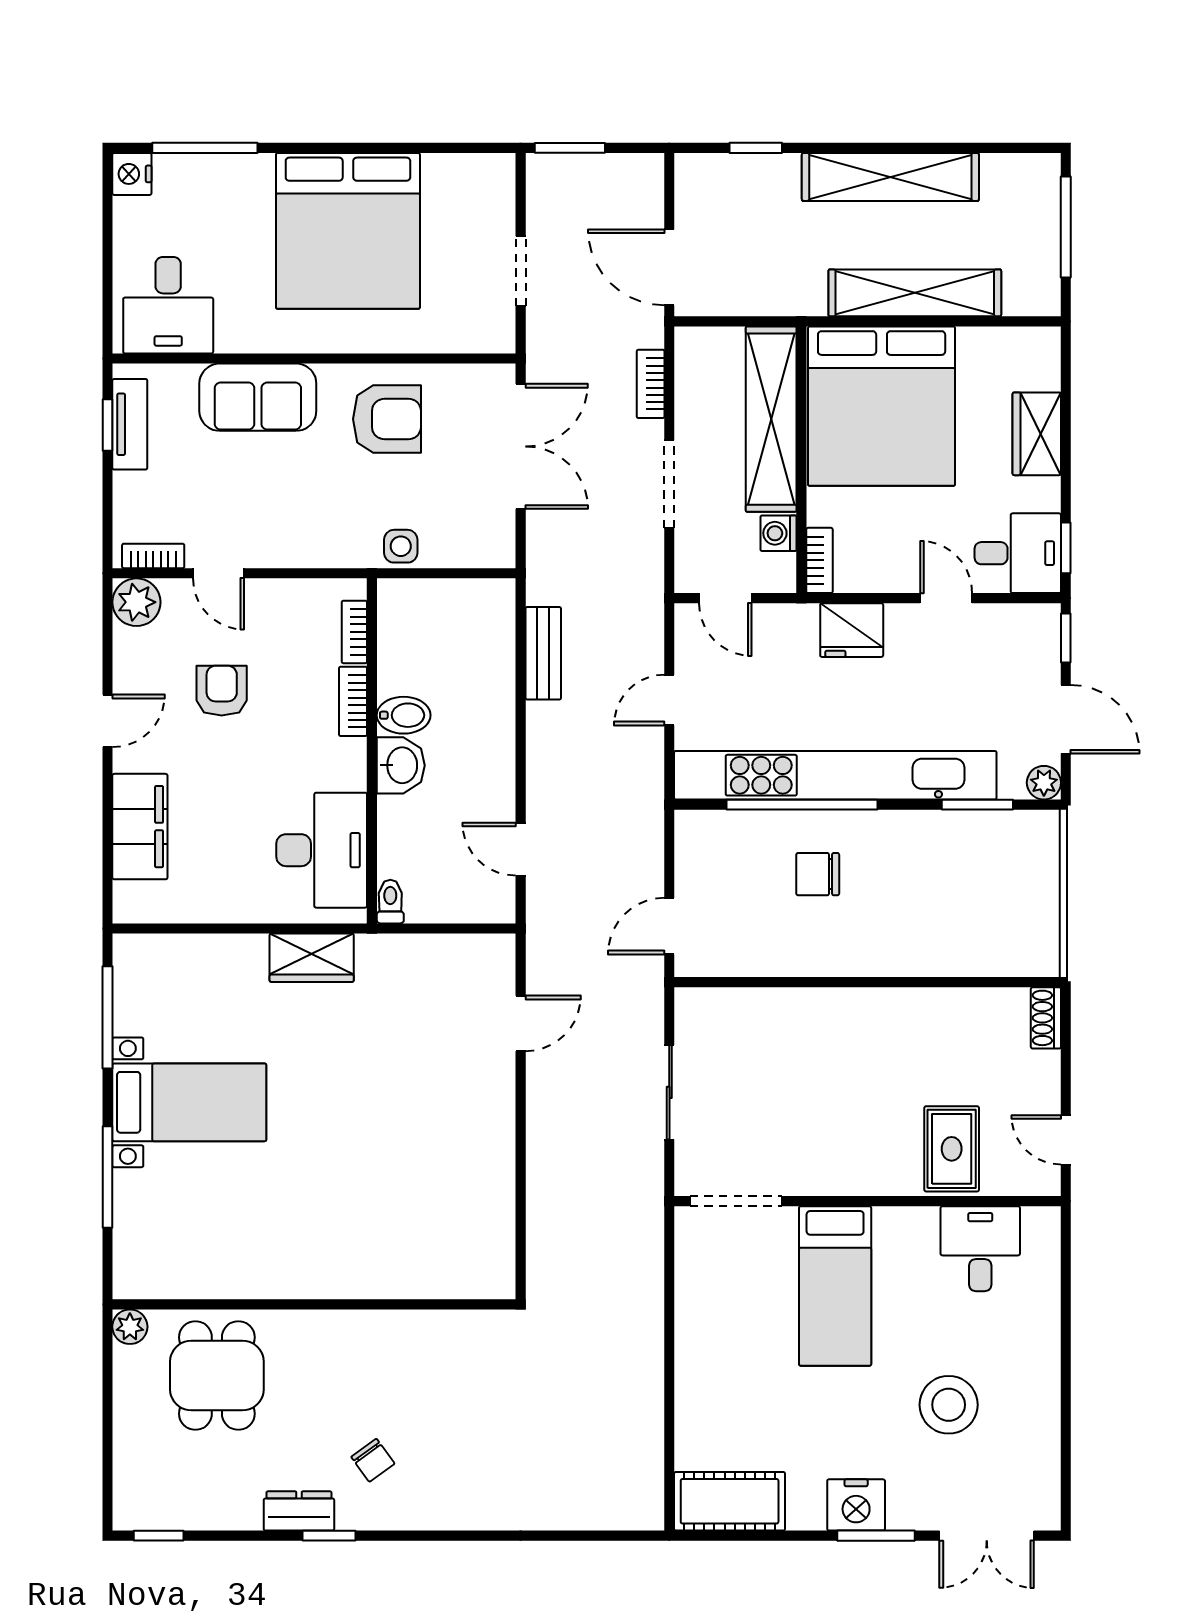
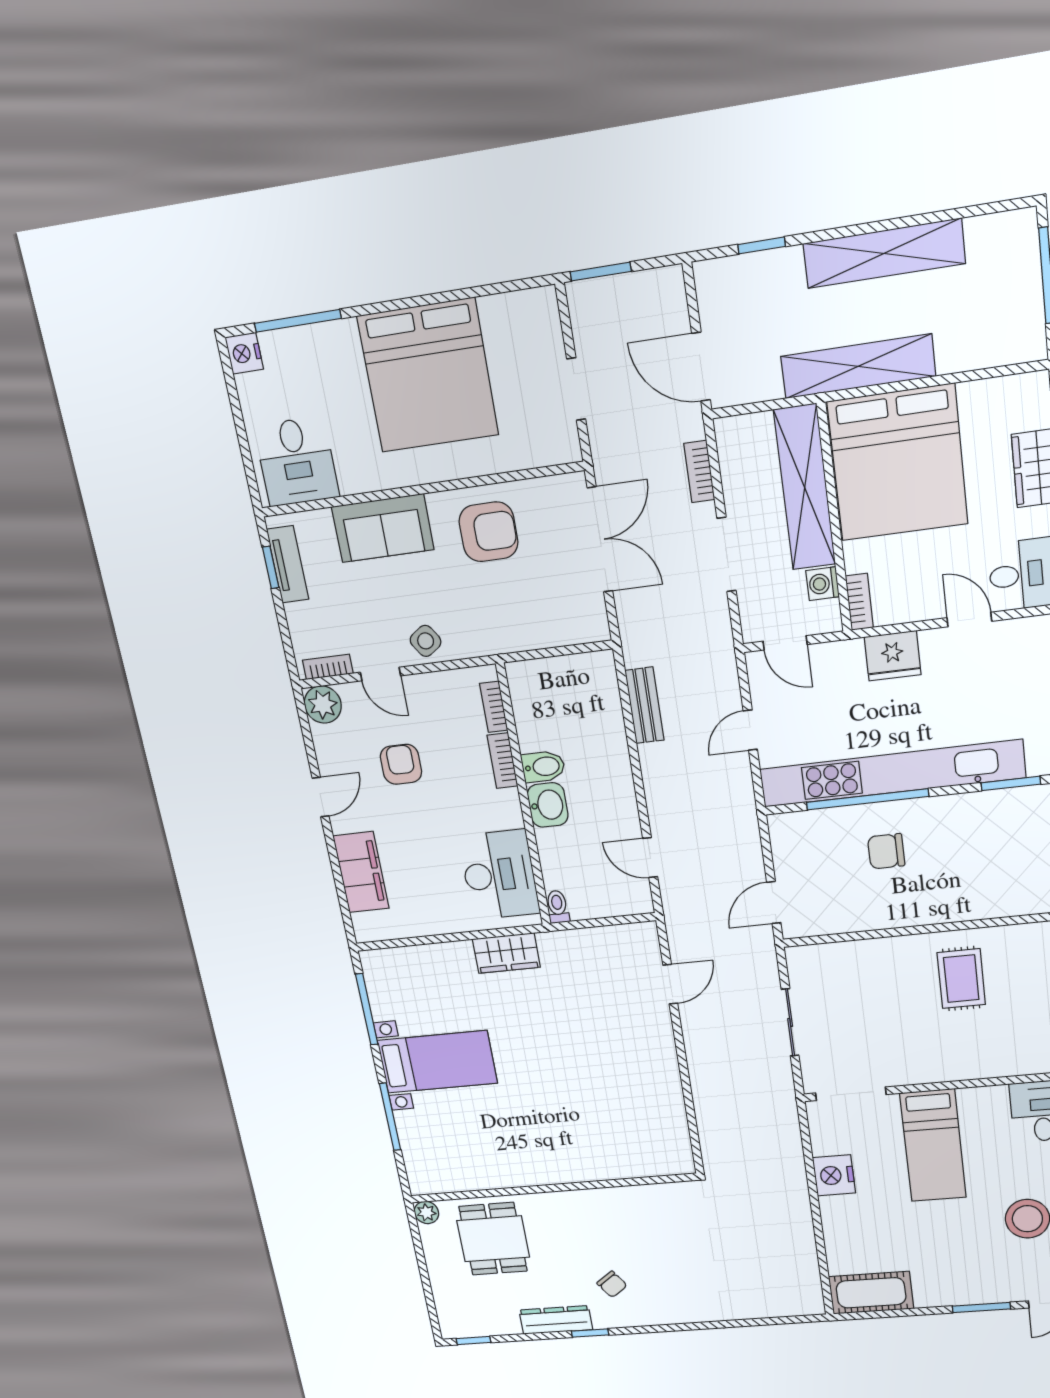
shelving: (915, 293) -> (858, 366), moved
side table: (401, 546) -> (426, 641), moved, turned -34
rug: (952, 1149) -> (961, 979), moved
nightstand: (856, 1505) -> (834, 1175), moved, turned 90
dresser: (299, 1511) -> (556, 1320), width x1.44

